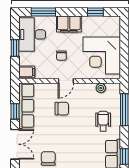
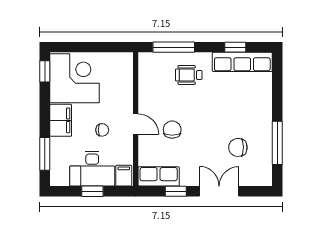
window: (95, 12) -> (45, 71), moved
desk: (32, 34) -> (92, 169), moved
corner desk: (102, 55) -> (74, 78), moved, turned -90
plant: (101, 88) -> (145, 78), removed
row of seats: (26, 106) -> (159, 176), width x0.68

